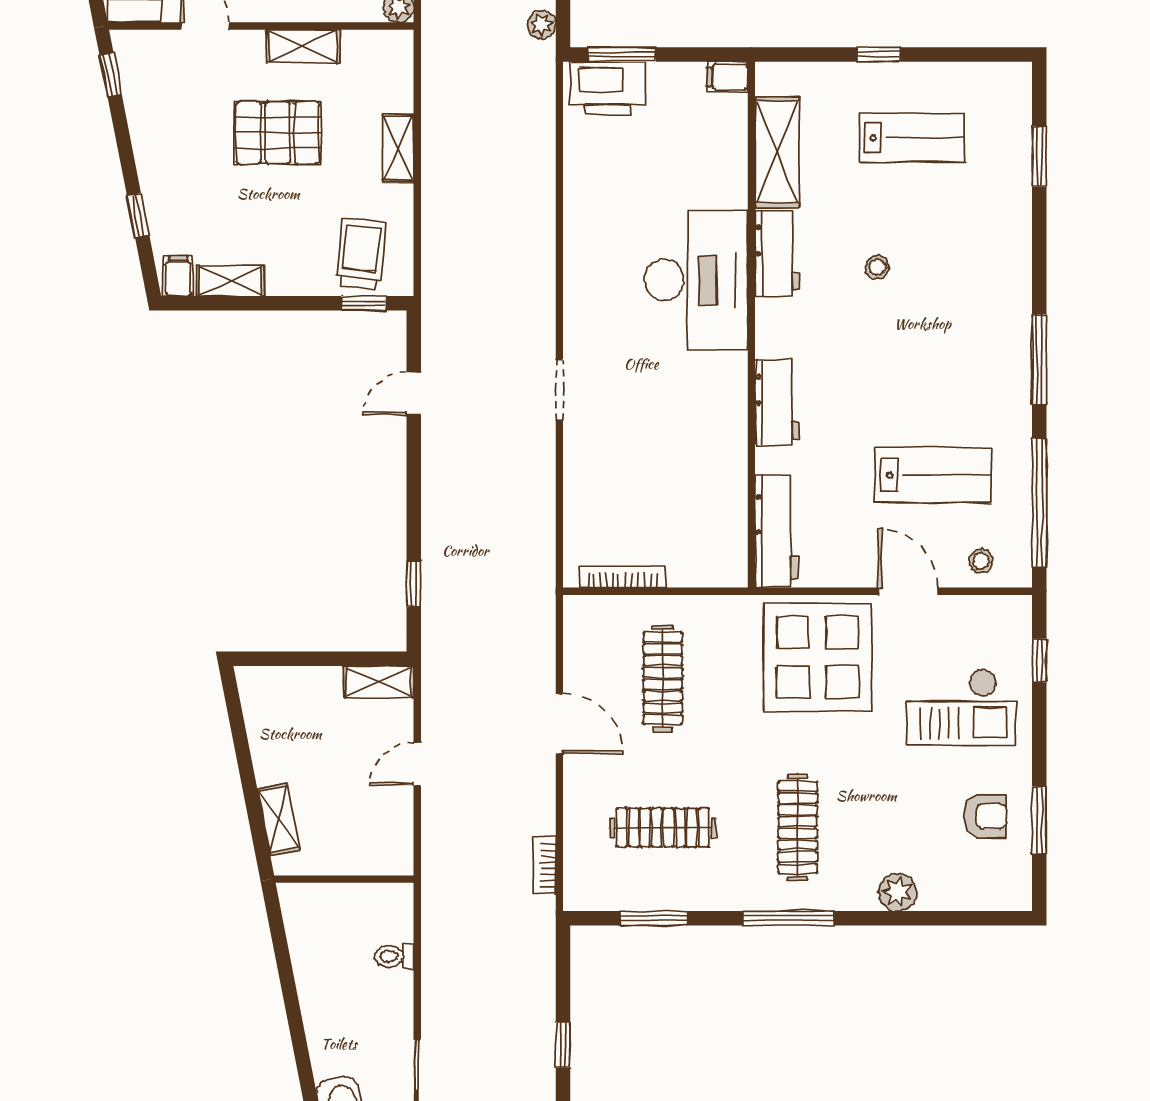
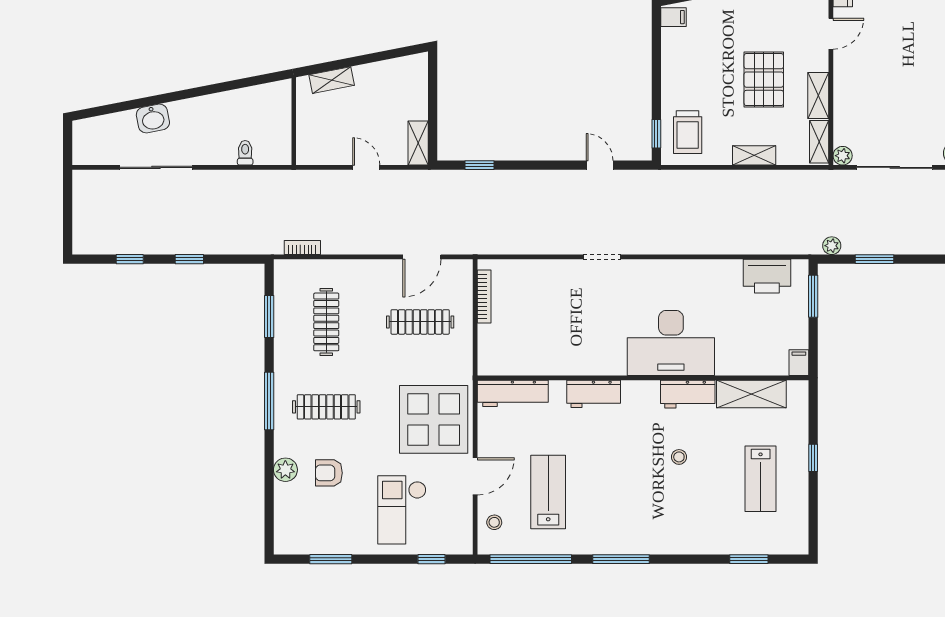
printer: (608, 88) -> (767, 276), moved, turned -90
trolley: (361, 254) -> (688, 132), turned 84
shelving: (230, 281) -> (819, 142), moved
lab bench: (933, 475) -> (548, 492), turned 180
door: (559, 724) -> (422, 257), moved
armchair: (985, 816) -> (329, 473), moved, turned 90

